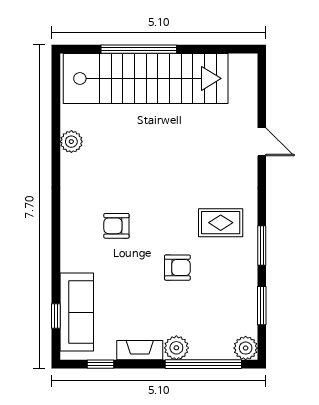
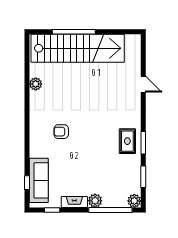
rug: (221, 223) -> (127, 141), moved, turned 90
armchair: (177, 268) -> (96, 155), removed

